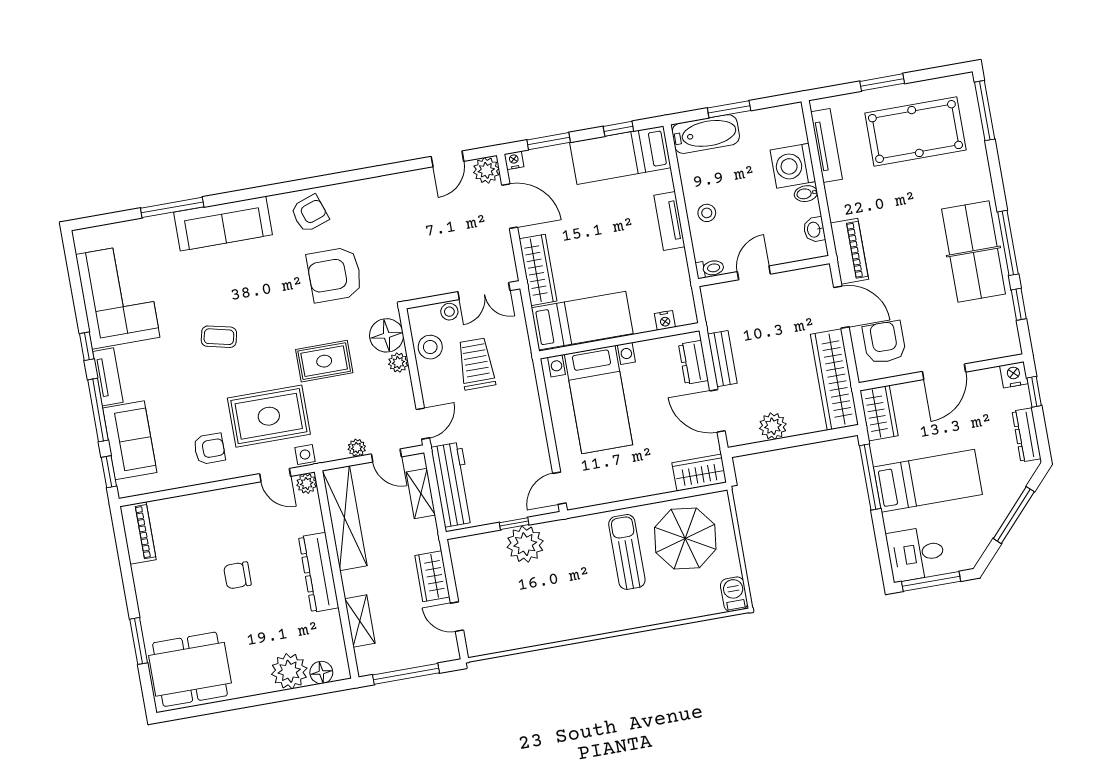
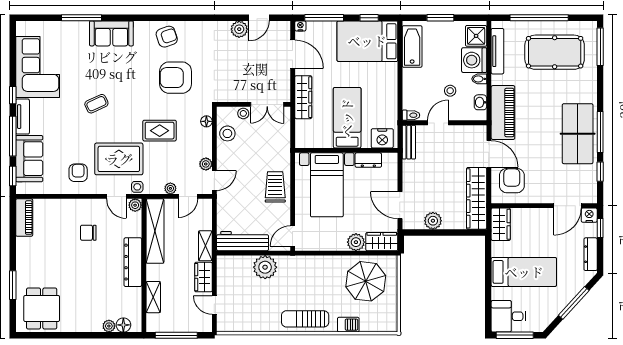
window: (882, 82) -> (539, 18), width x2.11
shower: (789, 128) -> (476, 36), added
bathtub: (706, 134) -> (412, 46), moved, turned -90
window: (549, 141) -> (324, 18), width x1.44
bed: (620, 155) -> (367, 41), width x1.50
plant: (486, 170) -> (239, 29), moved
stool: (707, 213) -> (450, 91), moved
tv unit: (669, 221) -> (391, 81), removed
sofa: (223, 224) -> (111, 33), width x0.73
piano: (849, 251) -> (503, 113), width x1.37, depth x1.33
nightstand: (665, 320) -> (382, 138), width x1.89, depth x1.79
bed: (582, 321) -> (347, 118), moved, turned -90
floor lamp: (387, 335) -> (206, 121), width x0.53, depth x0.53
coffee table: (219, 337) -> (96, 104), turned -38
bench: (722, 359) -> (409, 142), moved
dresser: (693, 362) -> (368, 160), moved, turned -90
plant: (398, 363) -> (206, 164), moved
trolley: (476, 364) -> (275, 187), moved
door: (944, 372) -> (567, 206), moved
armchair: (209, 449) -> (78, 173), turned -90
door: (386, 455) -> (188, 196), hinge flipped
window: (870, 477) -> (488, 263), removed
plant: (659, 480) -> (356, 242), added
workbench: (453, 485) -> (243, 241), moved, turned -90
shelving: (421, 493) -> (205, 246), moved
window: (514, 524) -> (260, 253), removed
sun lounger: (627, 552) -> (305, 319), moved, turned -90
chair: (237, 575) -> (88, 233), moved
barbecue: (734, 594) -> (348, 325), moved, turned 90
dining table: (190, 669) -> (42, 308), width x0.73
plant: (289, 671) -> (109, 326), width x0.53, depth x0.53

